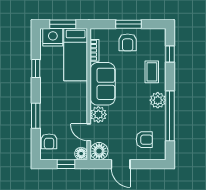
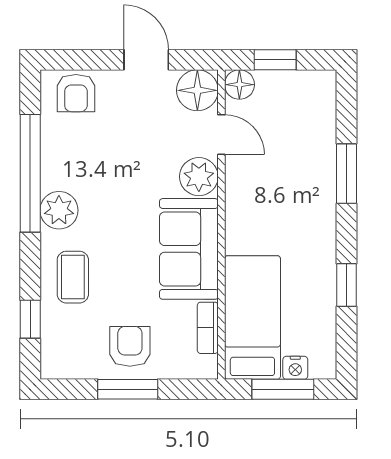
nightstand: (53, 37) -> (295, 368), width x0.53, depth x0.56
armchair: (144, 140) -> (76, 93), moved, turned -90
armchair: (49, 141) -> (315, 113), removed

